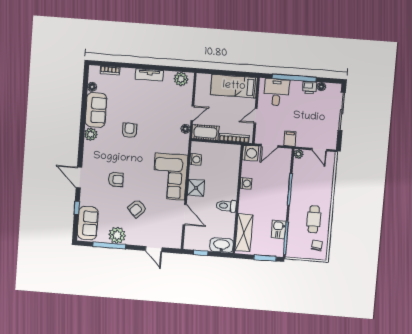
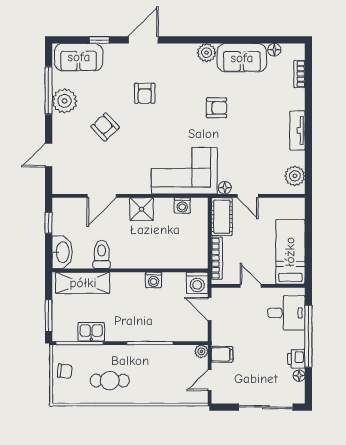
filing cabinet: (290, 139) -> (222, 354), moved
corner sofa: (170, 177) -> (184, 171), moved
toilet: (226, 206) -> (102, 254), moved
chair: (317, 245) -> (65, 371), moved

